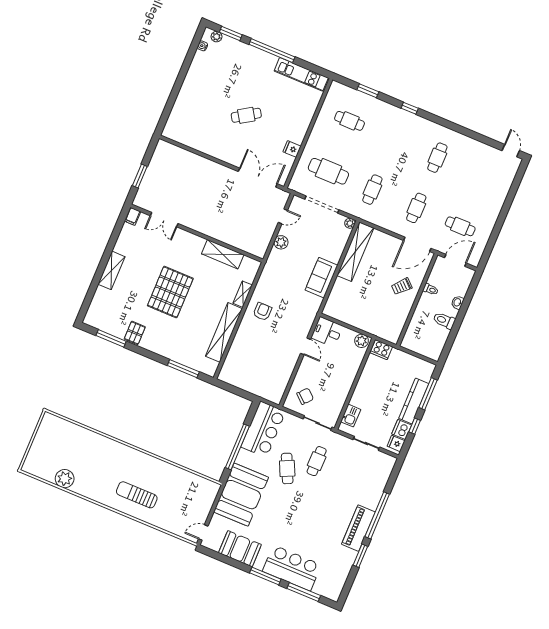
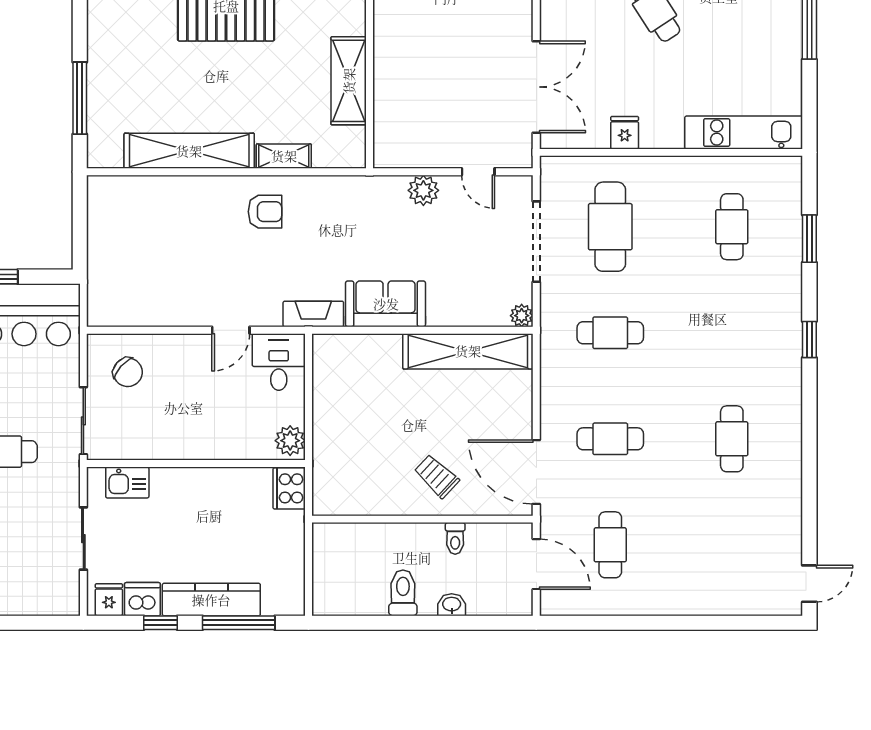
kitchen unit: (301, 74) -> (744, 132), moved, turned 90
cafe table: (437, 158) -> (732, 439), turned 90
fireplace: (313, 309) -> (313, 314), added

